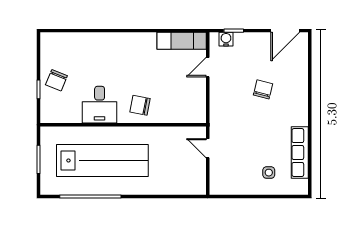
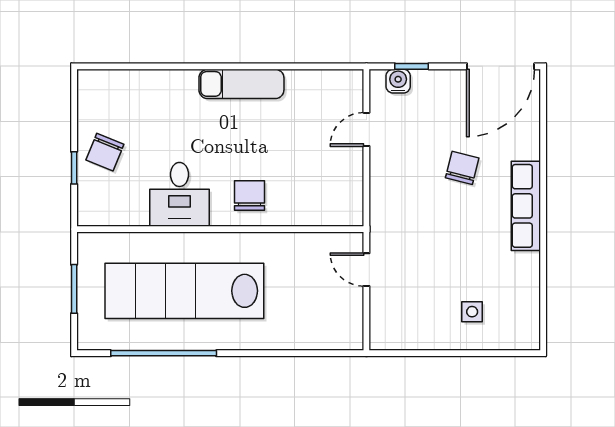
door: (285, 31) -> (501, 66), width x1.36
exam couch: (182, 41) -> (241, 84), moved
chair: (140, 105) -> (249, 195), turned 79
row of seats: (300, 153) -> (526, 206), moved
lab bench: (102, 160) -> (184, 291), turned 180

